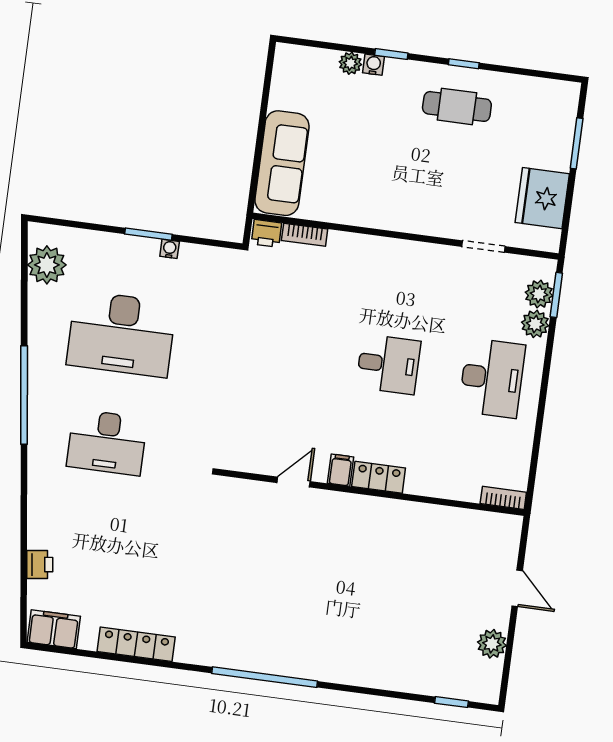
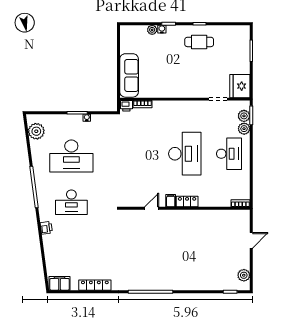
fridge: (542, 198) -> (240, 86), moved
desk: (388, 364) -> (185, 154), width x1.87, depth x1.30
printer: (40, 565) -> (46, 228), moved
door: (517, 588) -> (251, 240), hinge flipped
plant: (492, 644) -> (244, 275), moved

